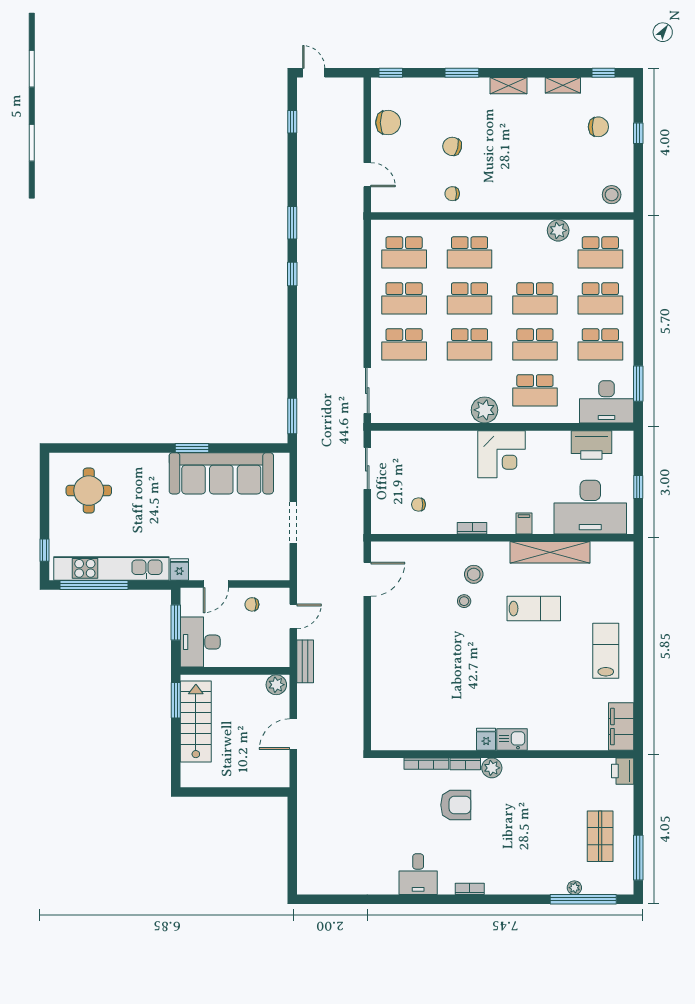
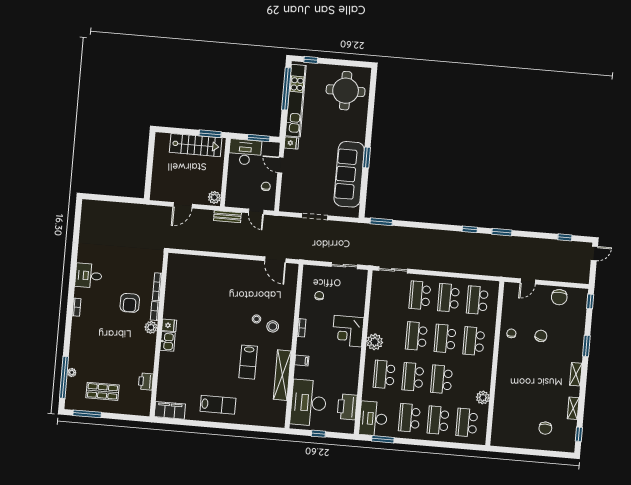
window: (638, 133) -> (539, 453), removed
stool: (612, 195) -> (502, 433), removed
corner desk: (502, 454) -> (348, 331), moved
round table: (89, 491) -> (346, 91), width x1.36, depth x1.36
door: (293, 734) -> (183, 205), swing flipped
printer: (623, 771) -> (146, 381), moved, turned -90

